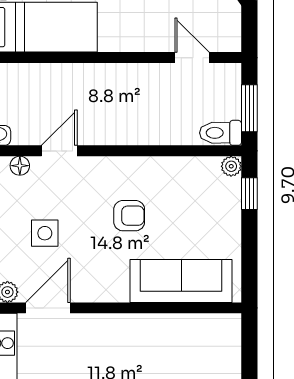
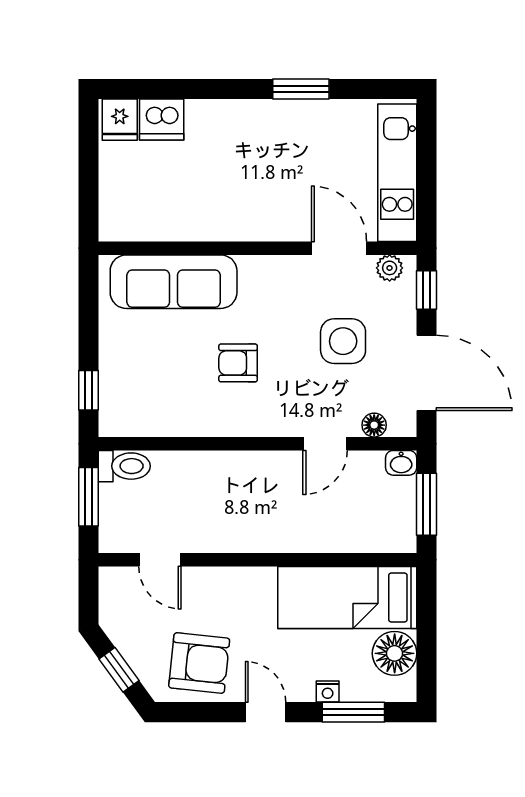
plant: (231, 166) -> (111, 424), removed
side table: (45, 233) -> (343, 341), width x1.37, depth x1.37
door: (48, 308) -> (339, 248), swing flipped

